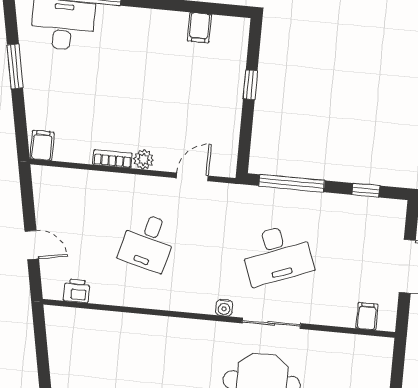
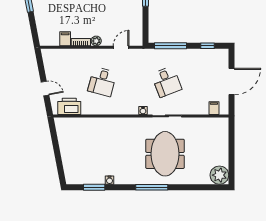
filing cabinet: (42, 145) -> (65, 39), moved
desk: (277, 254) -> (167, 82), width x0.73
printer: (77, 291) -> (69, 106), width x1.87, depth x1.48

